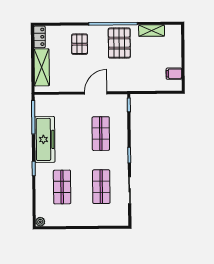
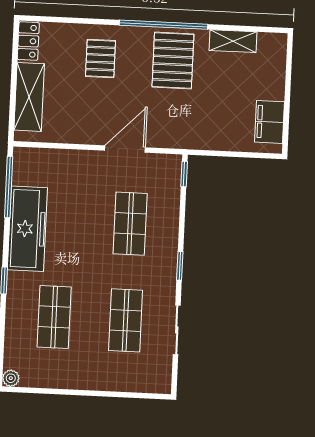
filing cabinet: (174, 74) -> (270, 122), width x2.00

